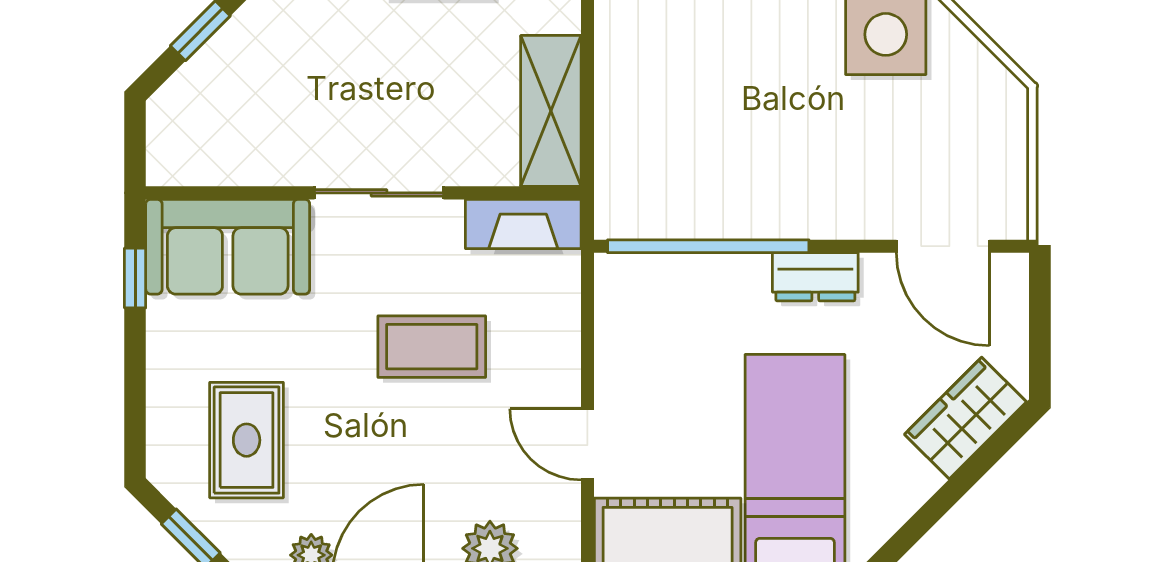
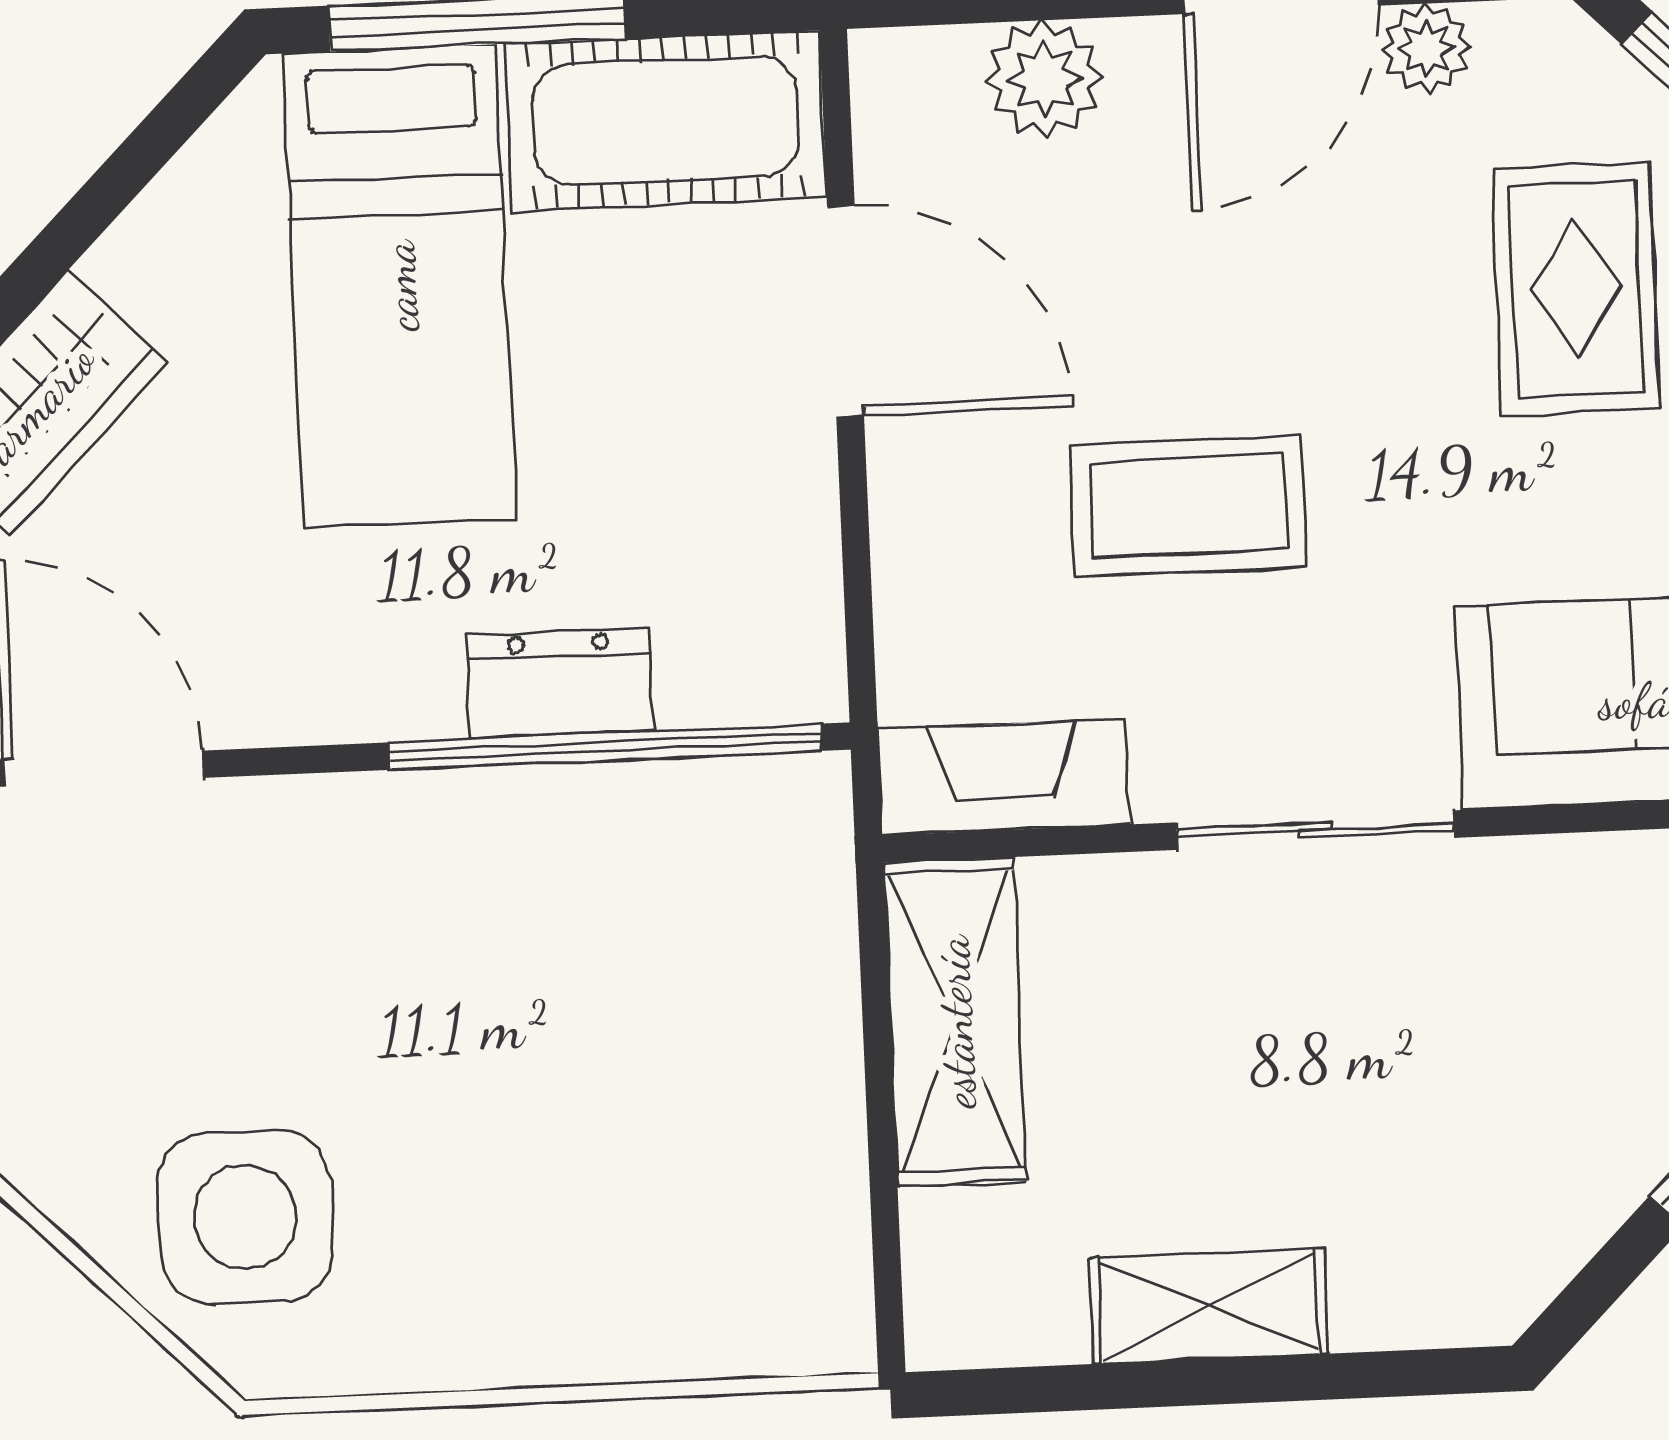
dresser: (815, 277) -> (560, 683), moved
door: (587, 444) -> (845, 311), width x1.38

